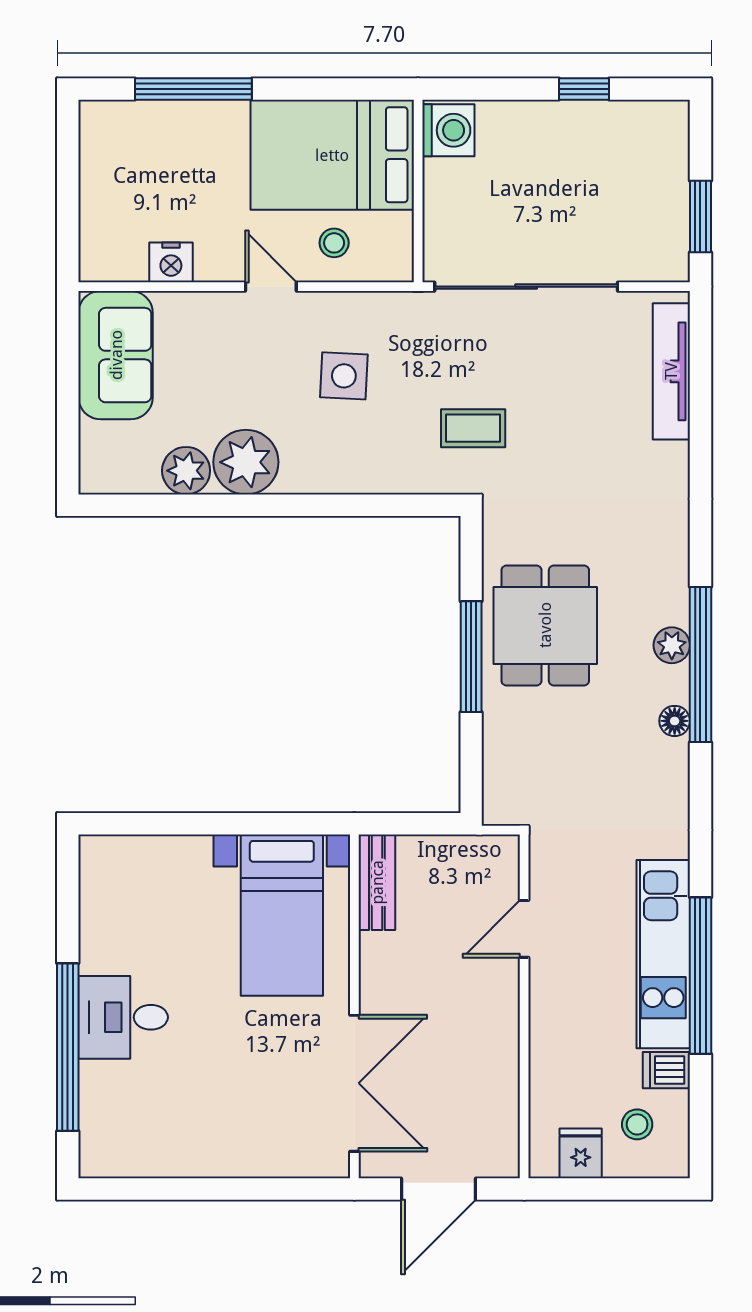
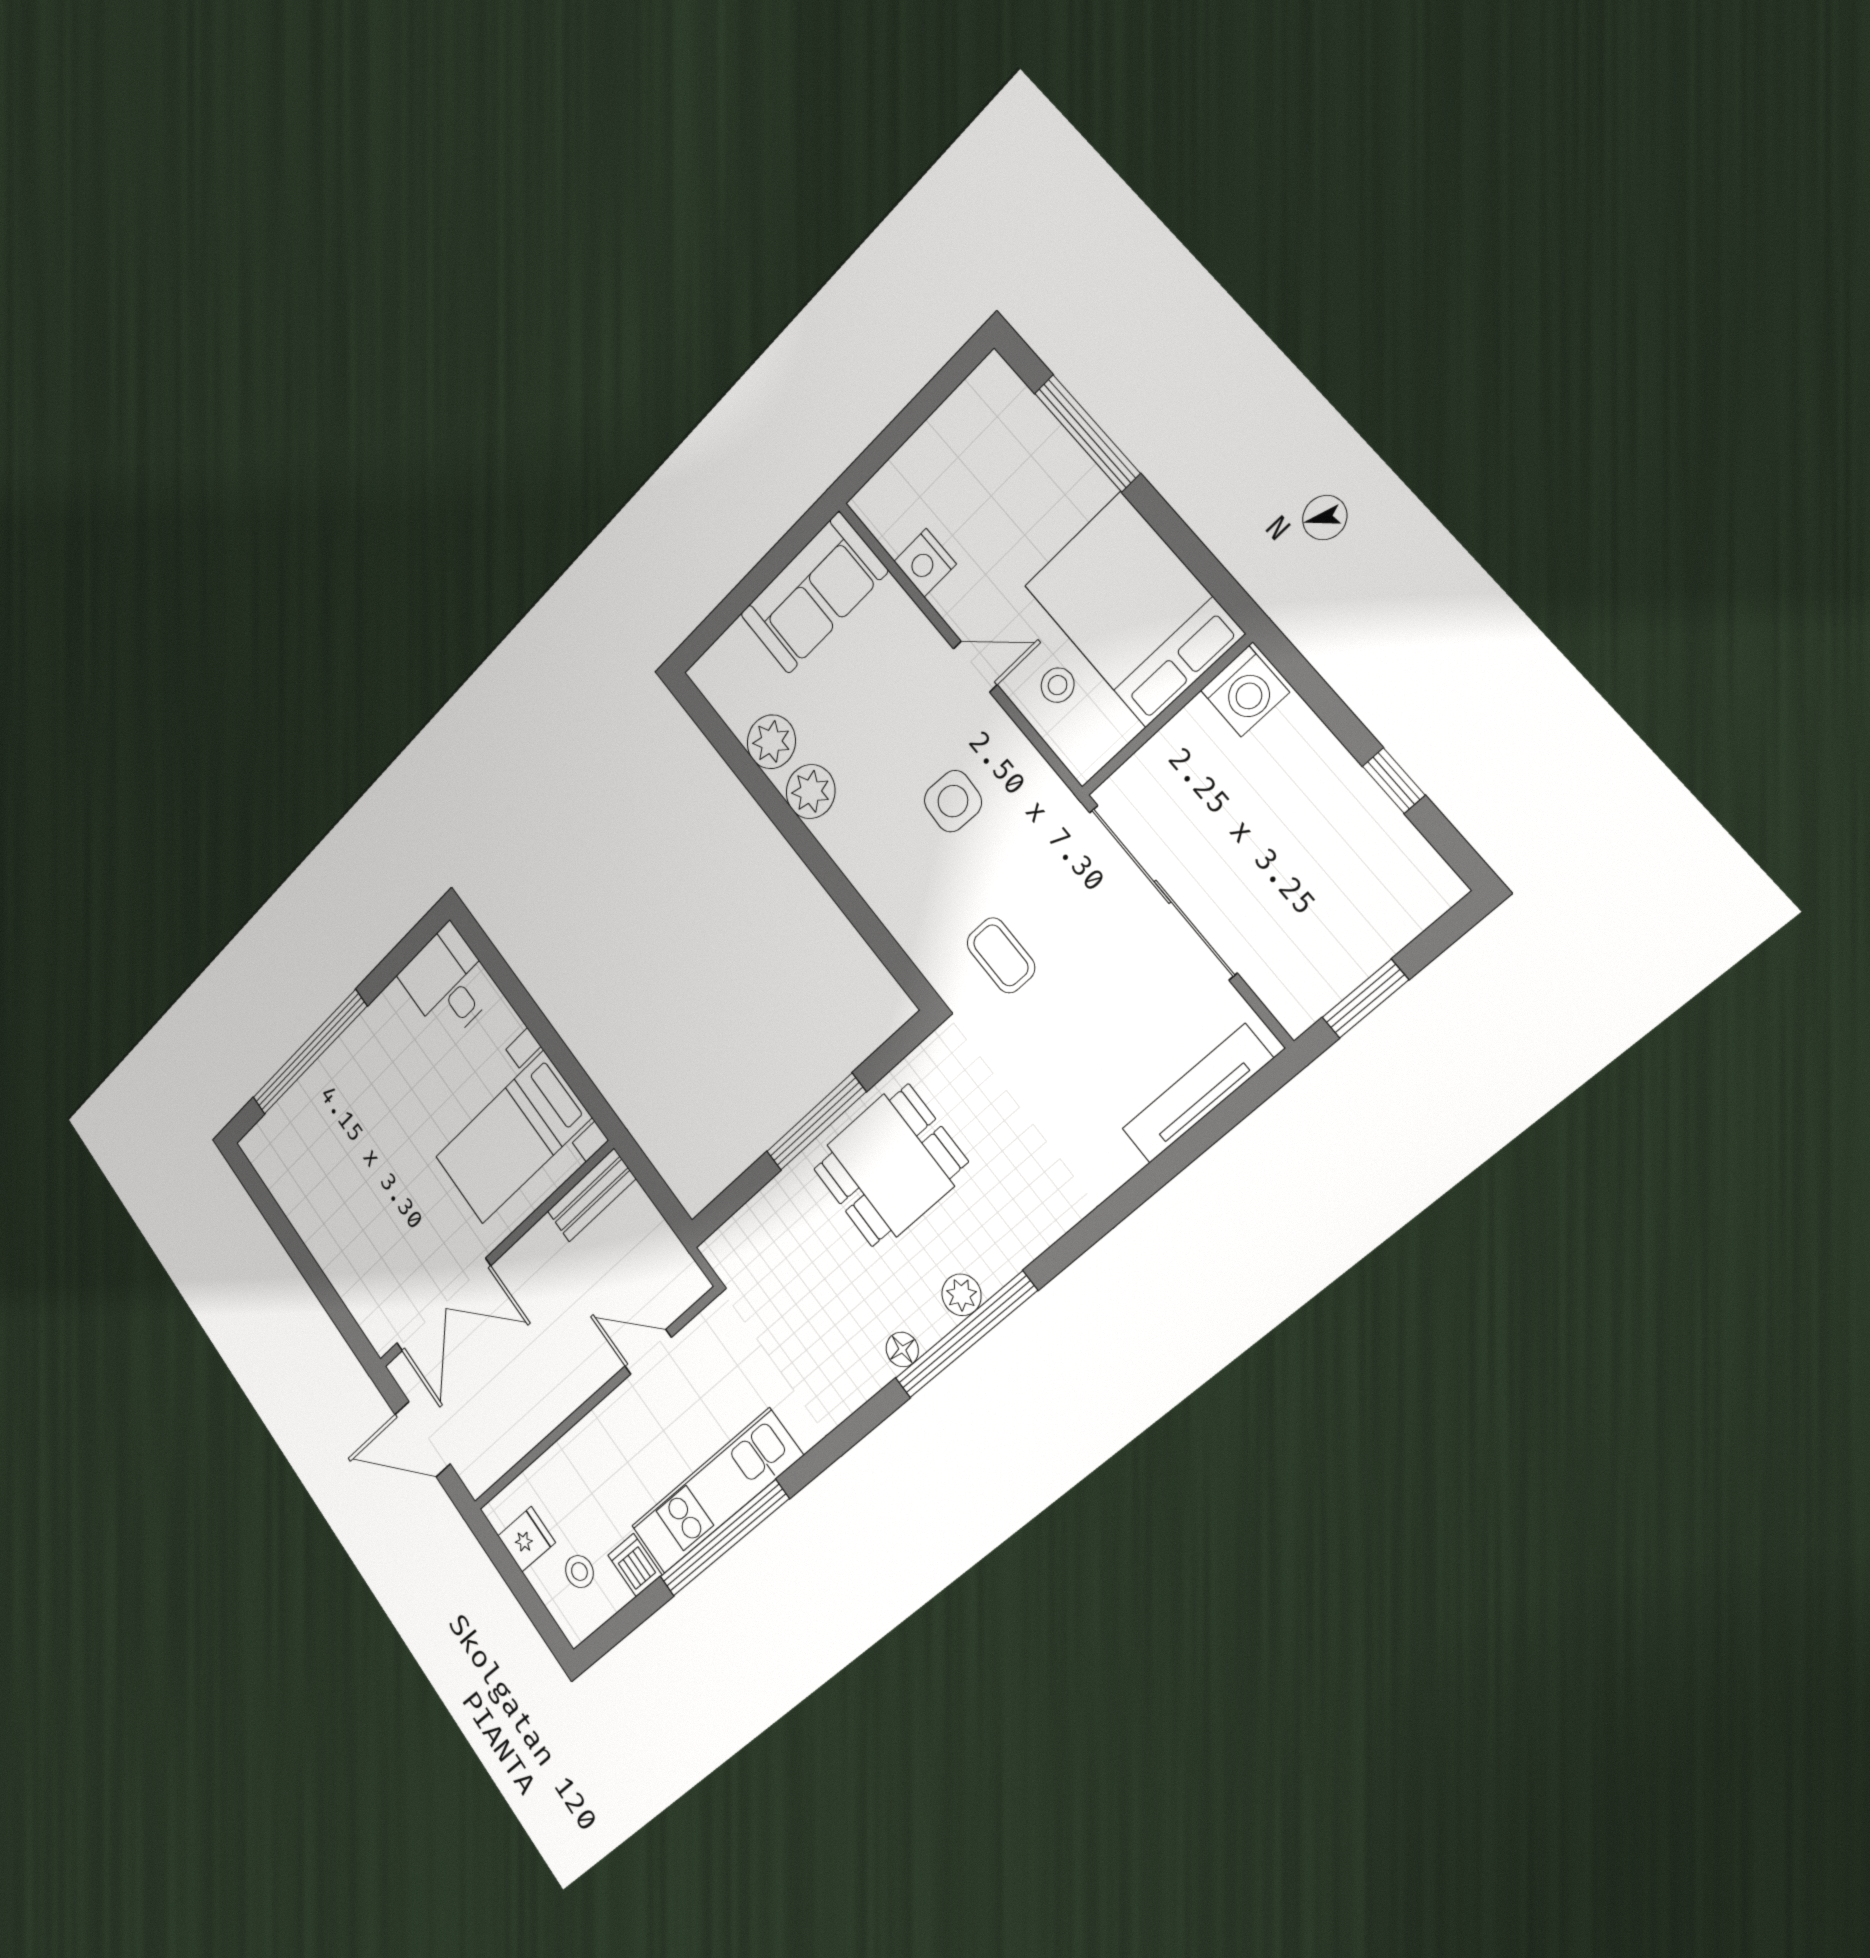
door: (271, 287) -> (975, 667), hinge flipped
plant: (246, 462) -> (811, 792), width x0.73, depth x0.73
desk: (123, 1017) -> (448, 983), moved

